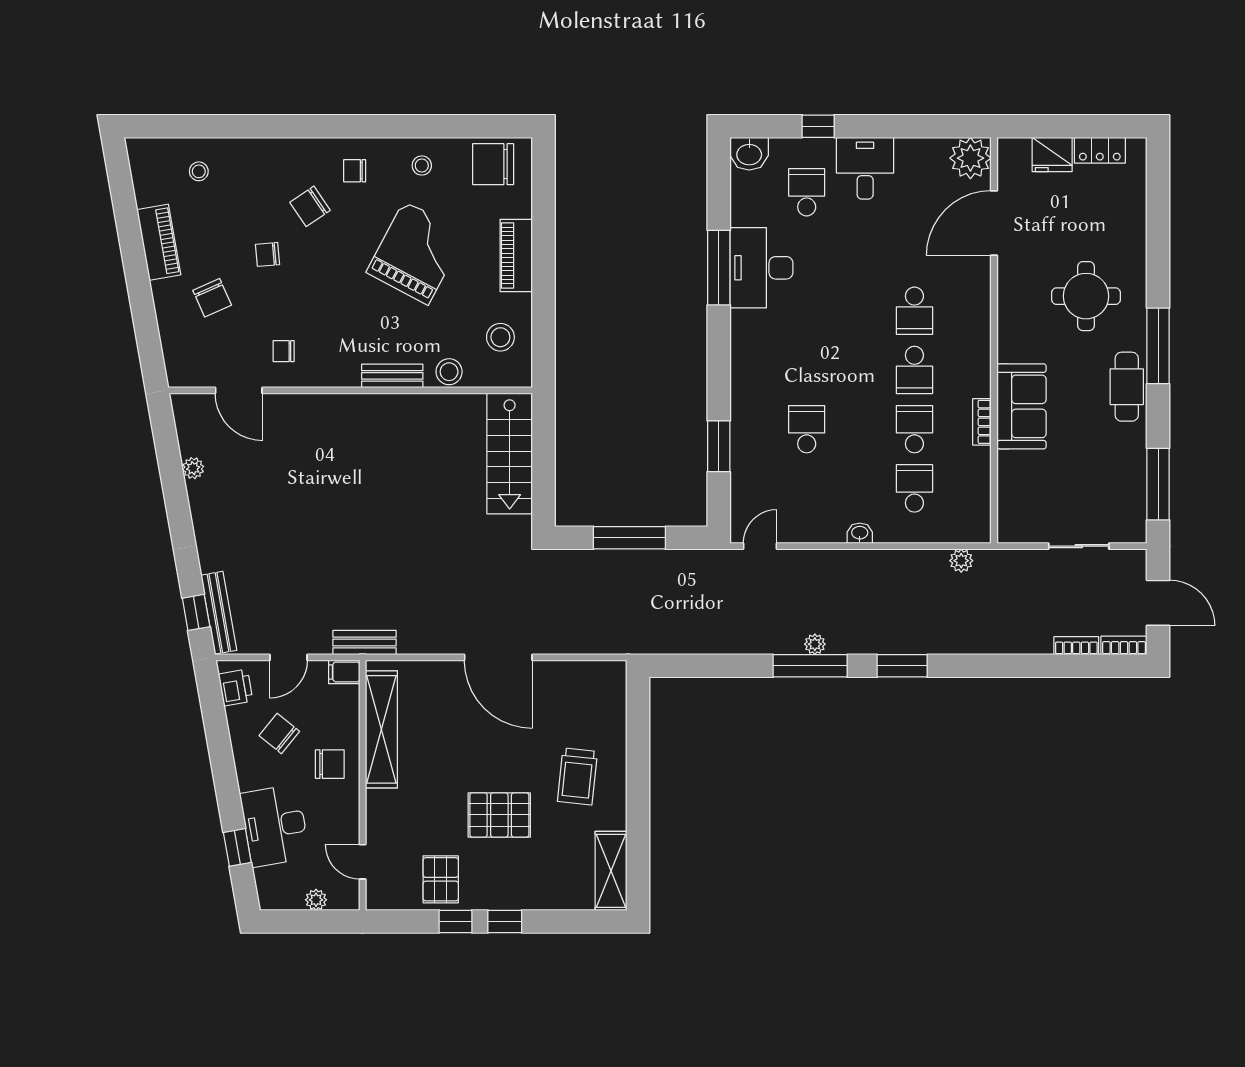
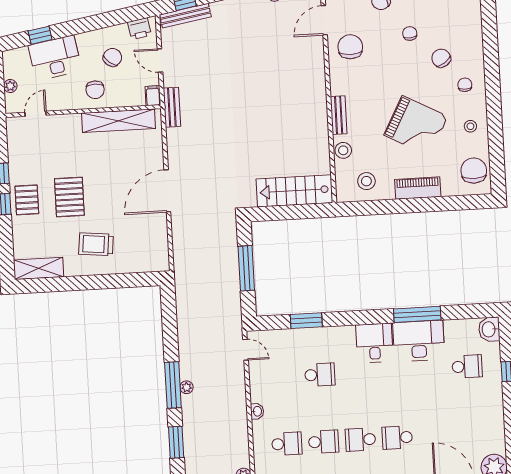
desk: (865, 168) -> (374, 343), moved, turned -90
chair: (284, 351) -> (350, 47), width x1.87, depth x1.87
pallet: (441, 879) -> (27, 200), moved, turned 90

